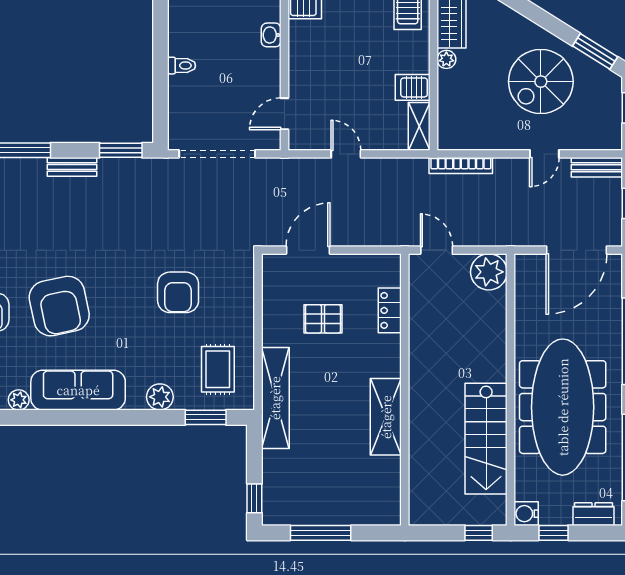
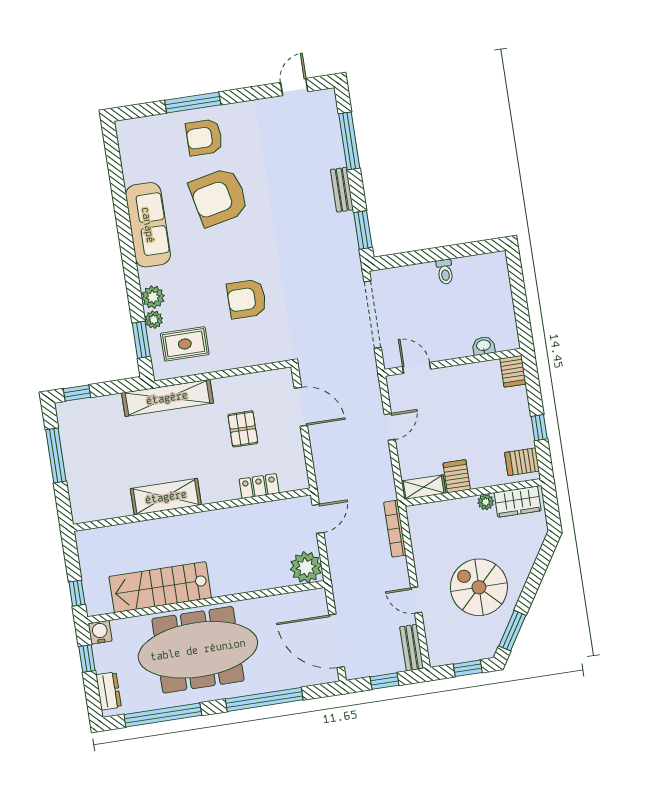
plant: (19, 400) -> (154, 320), moved

